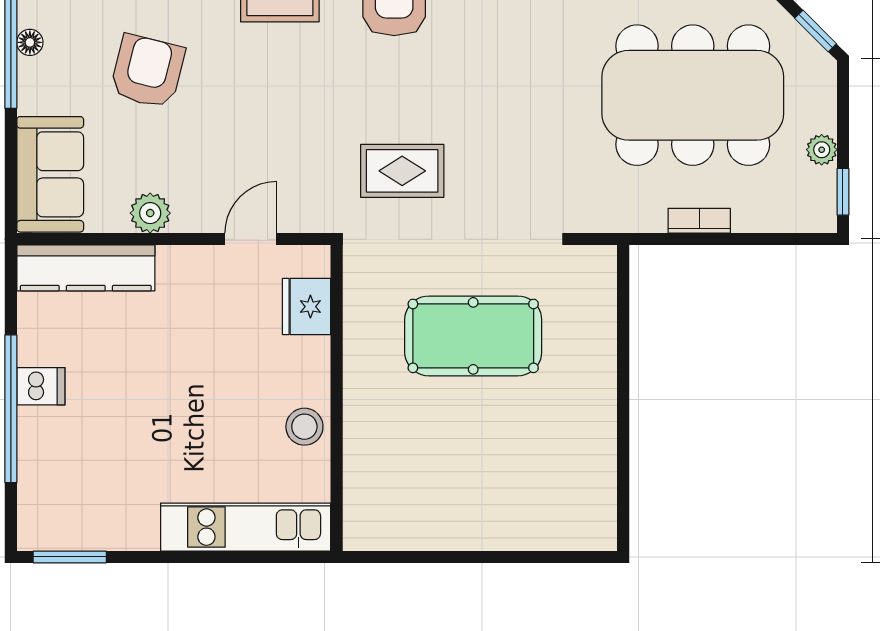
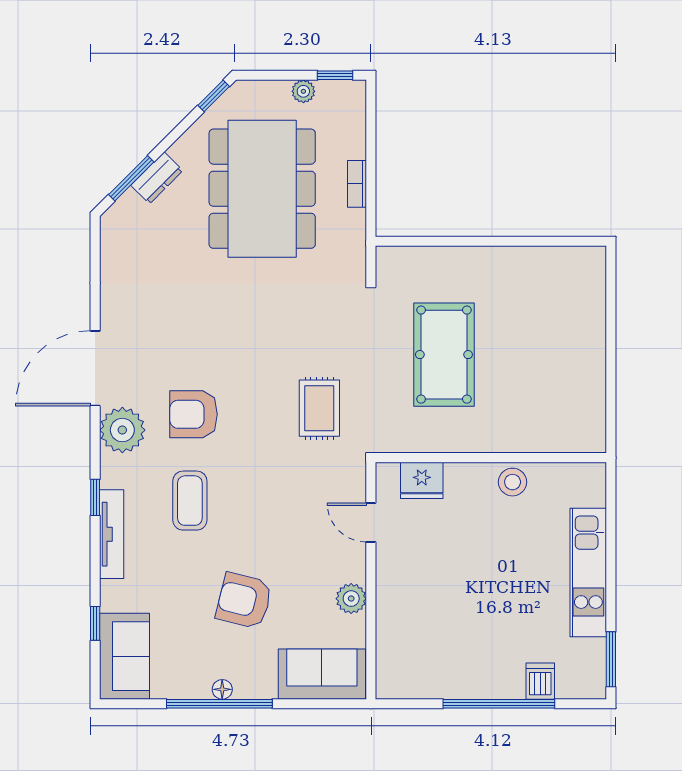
kitchen counter: (86, 268) -> (393, 647), removed
dishwasher: (41, 386) -> (540, 681), moved
kitchen unit: (246, 527) -> (588, 572), moved

